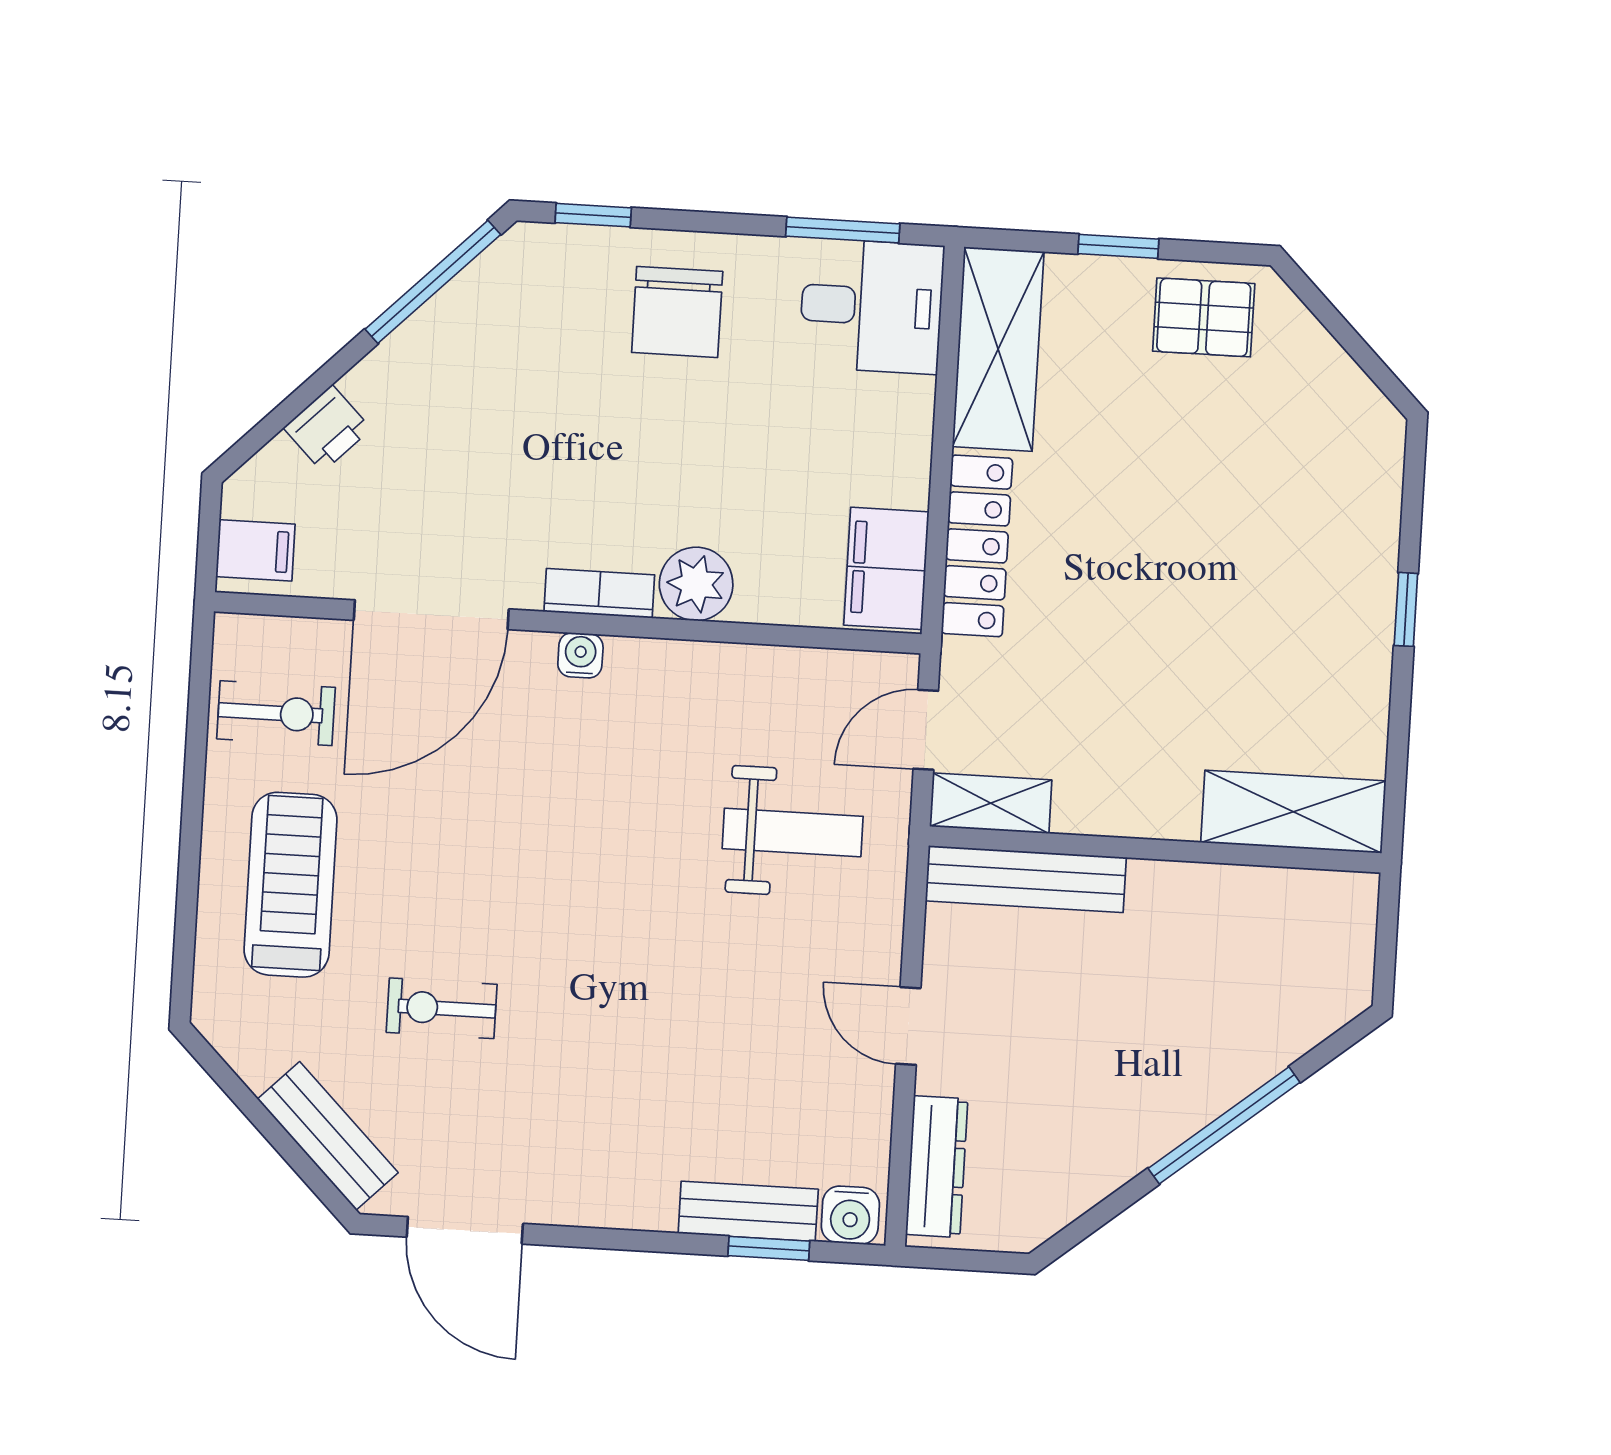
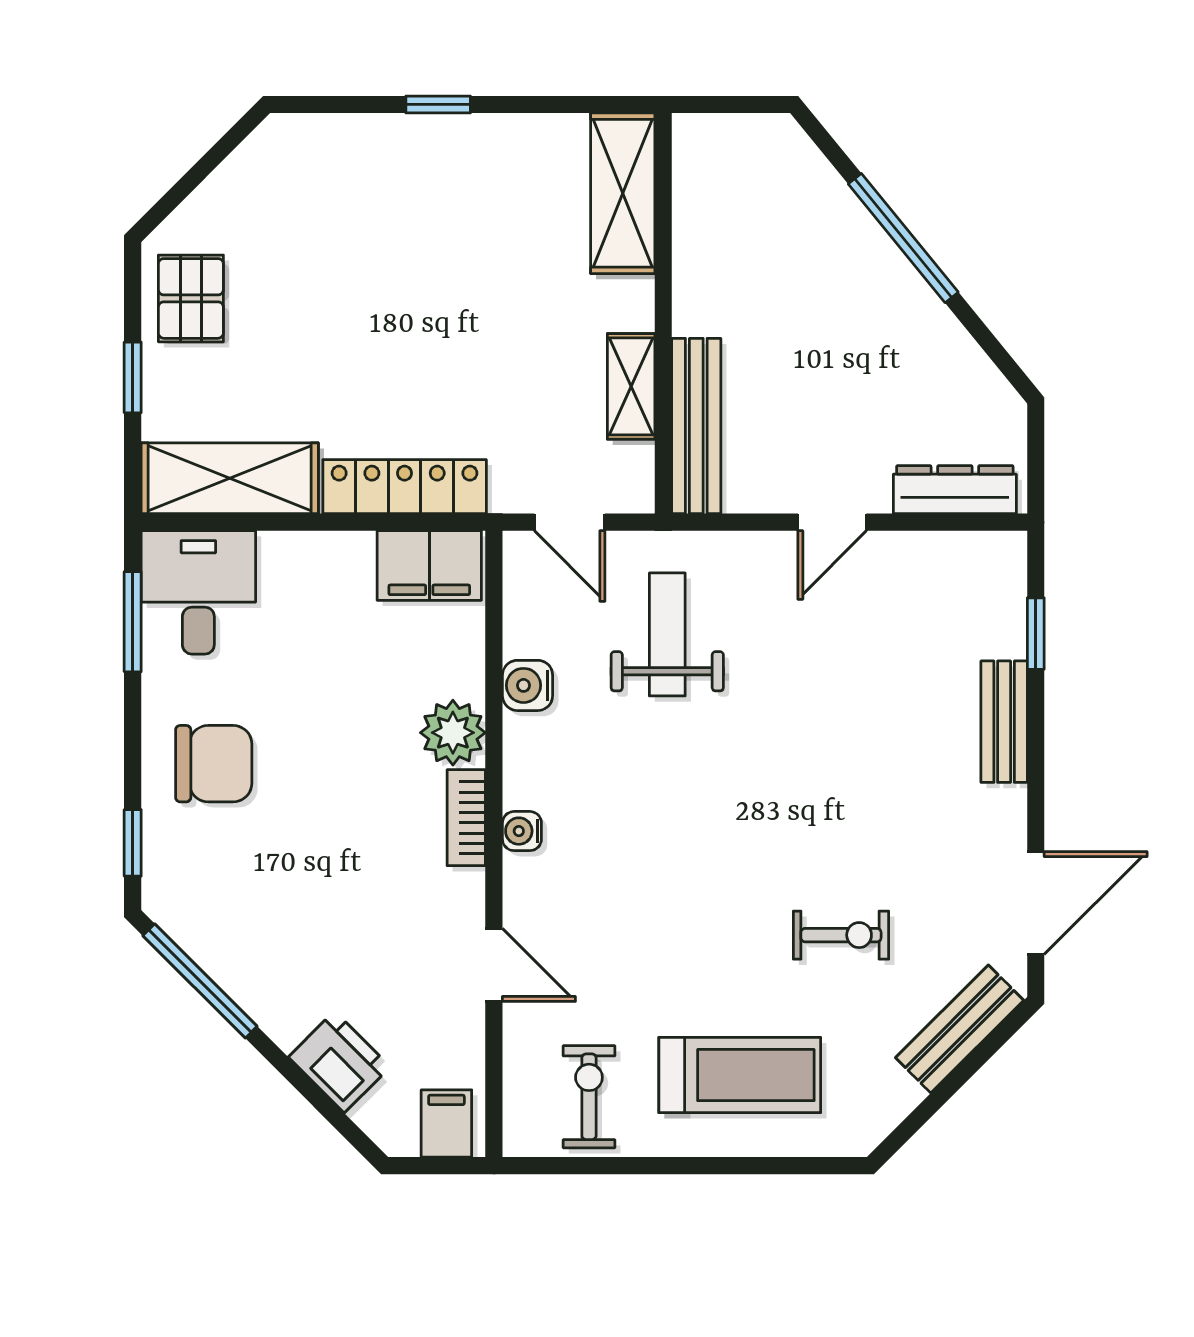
printer: (327, 428) -> (339, 1062), width x1.36, depth x1.24
door: (431, 615) -> (494, 965), width x0.53
shelving: (991, 803) -> (631, 386), moved
treadmill: (291, 885) -> (740, 1075), turned 180
exercise bike: (442, 1008) -> (841, 935), turned -90
bench: (748, 1211) -> (1004, 722), moved
water cooler: (850, 1215) -> (528, 685), moved, turned 180

